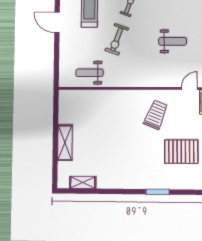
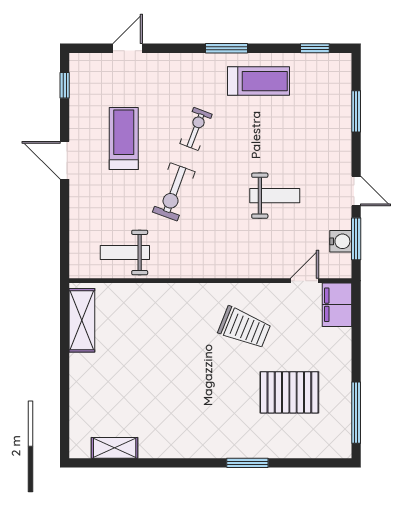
trolley: (156, 115) -> (244, 328), turned 90
shelving: (65, 143) -> (82, 320), moved

